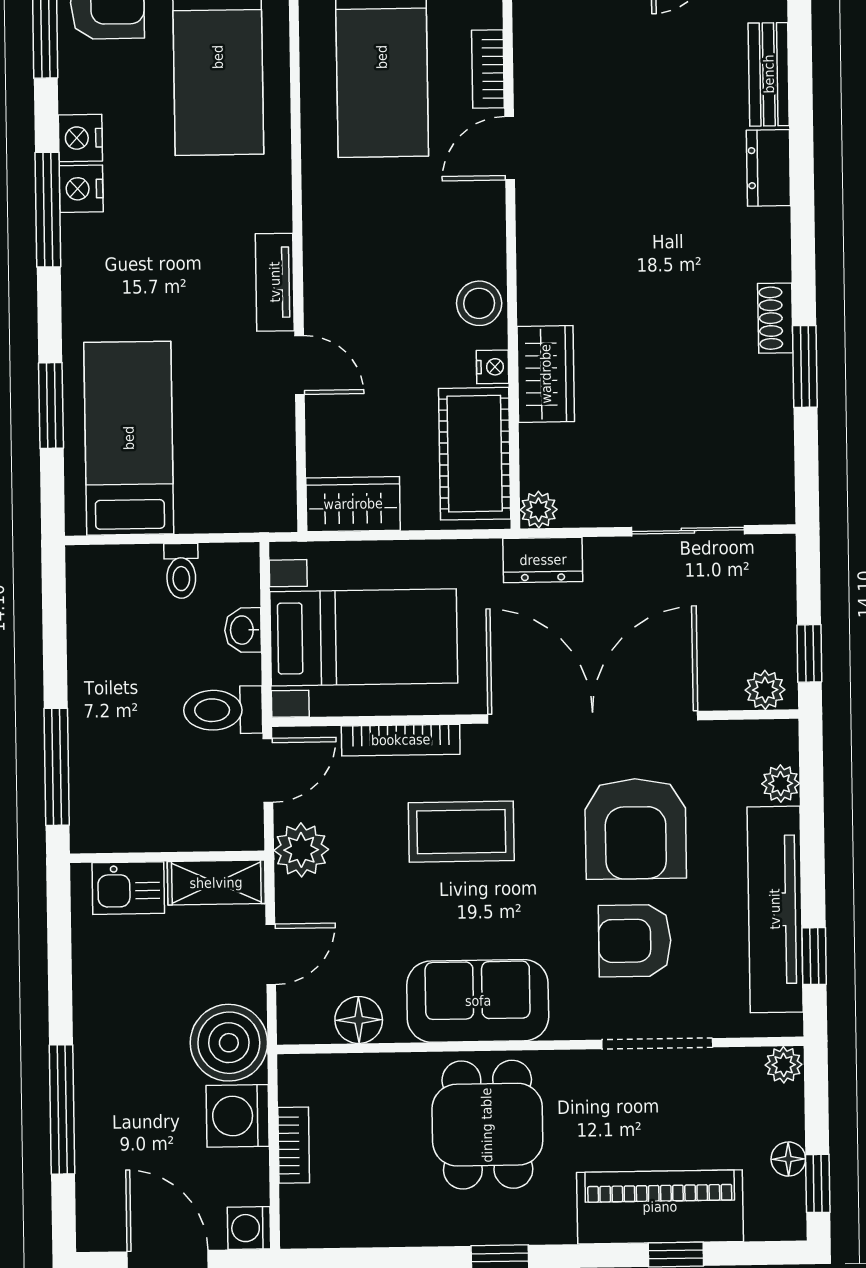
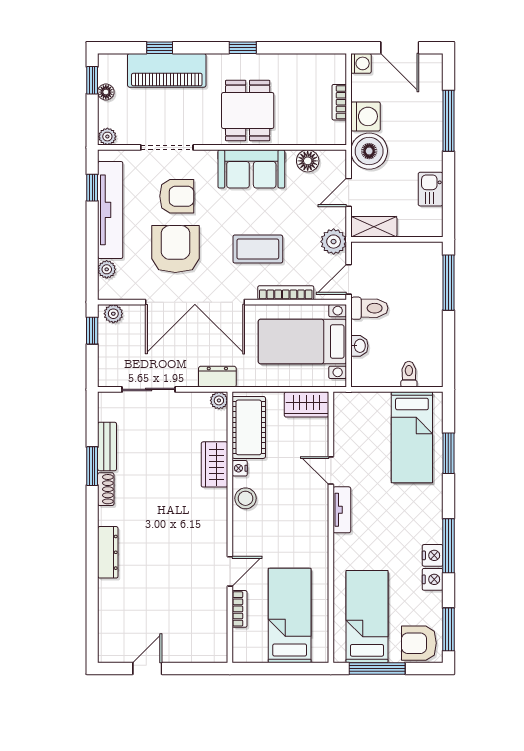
bench: (769, 74) -> (107, 446), moved
dresser: (768, 168) -> (108, 552), width x1.44
toilet: (181, 571) -> (409, 374), moved
kitchen sink: (128, 888) -> (431, 189), moved, turned -90

